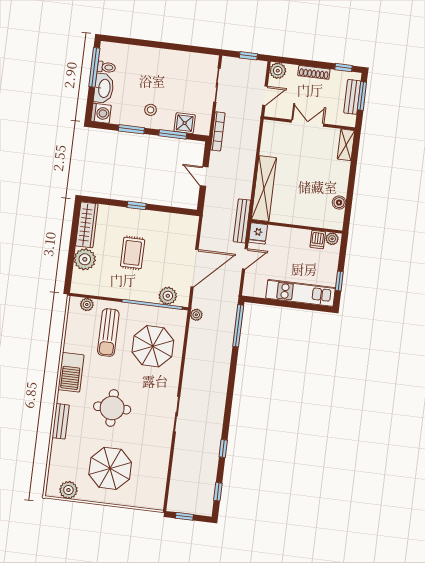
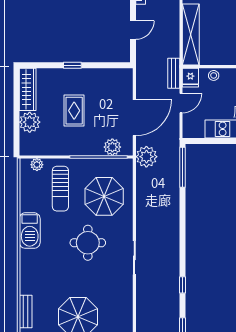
door: (204, 176) -> (133, 30), swing flipped
bench: (242, 221) -> (174, 73), width x0.73
stool: (283, 234) -> (214, 75), added
plant: (196, 315) -> (146, 157), width x1.87, depth x1.87
round table: (112, 408) -> (88, 243), moved
bench: (61, 421) -> (26, 312), moved

